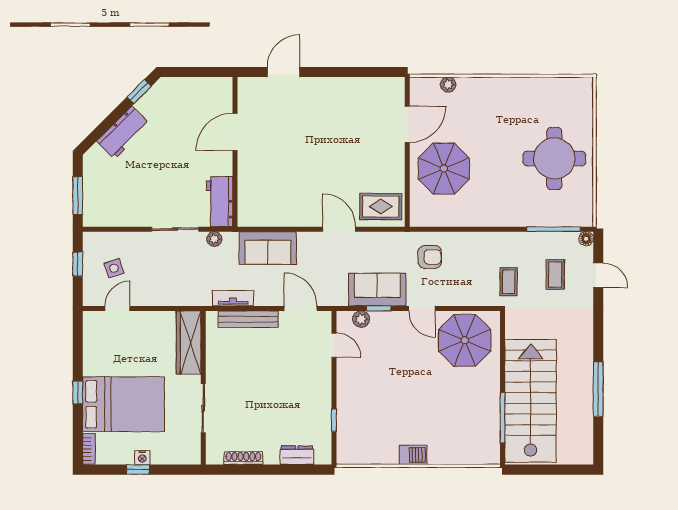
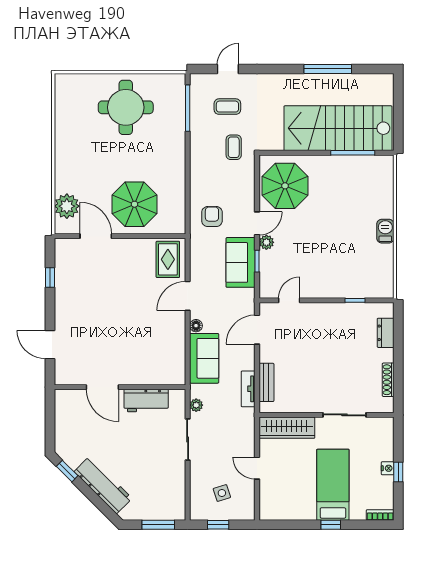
window: (360, 72) -> (50, 278), added
plant: (448, 85) -> (67, 206), width x1.87, depth x1.87
workbench: (123, 133) -> (103, 485), width x1.38
workbench: (220, 202) -> (146, 401), moved
floor lamp: (586, 239) -> (196, 326), moved
coffee table: (509, 282) -> (234, 147), turned 90
door: (117, 308) -> (257, 468), moved
bench: (248, 319) -> (266, 382), width x0.73
plant: (361, 319) -> (266, 242), moved
bed: (123, 404) -> (333, 485), width x0.67

